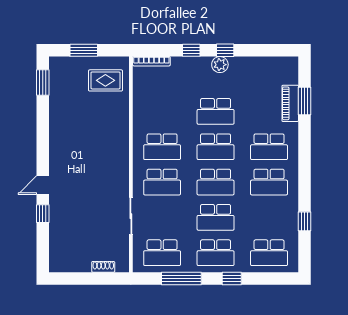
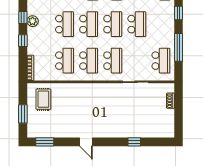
door: (43, 185) -> (86, 142), moved
school desk: (216, 253) -> (65, 61), moved

